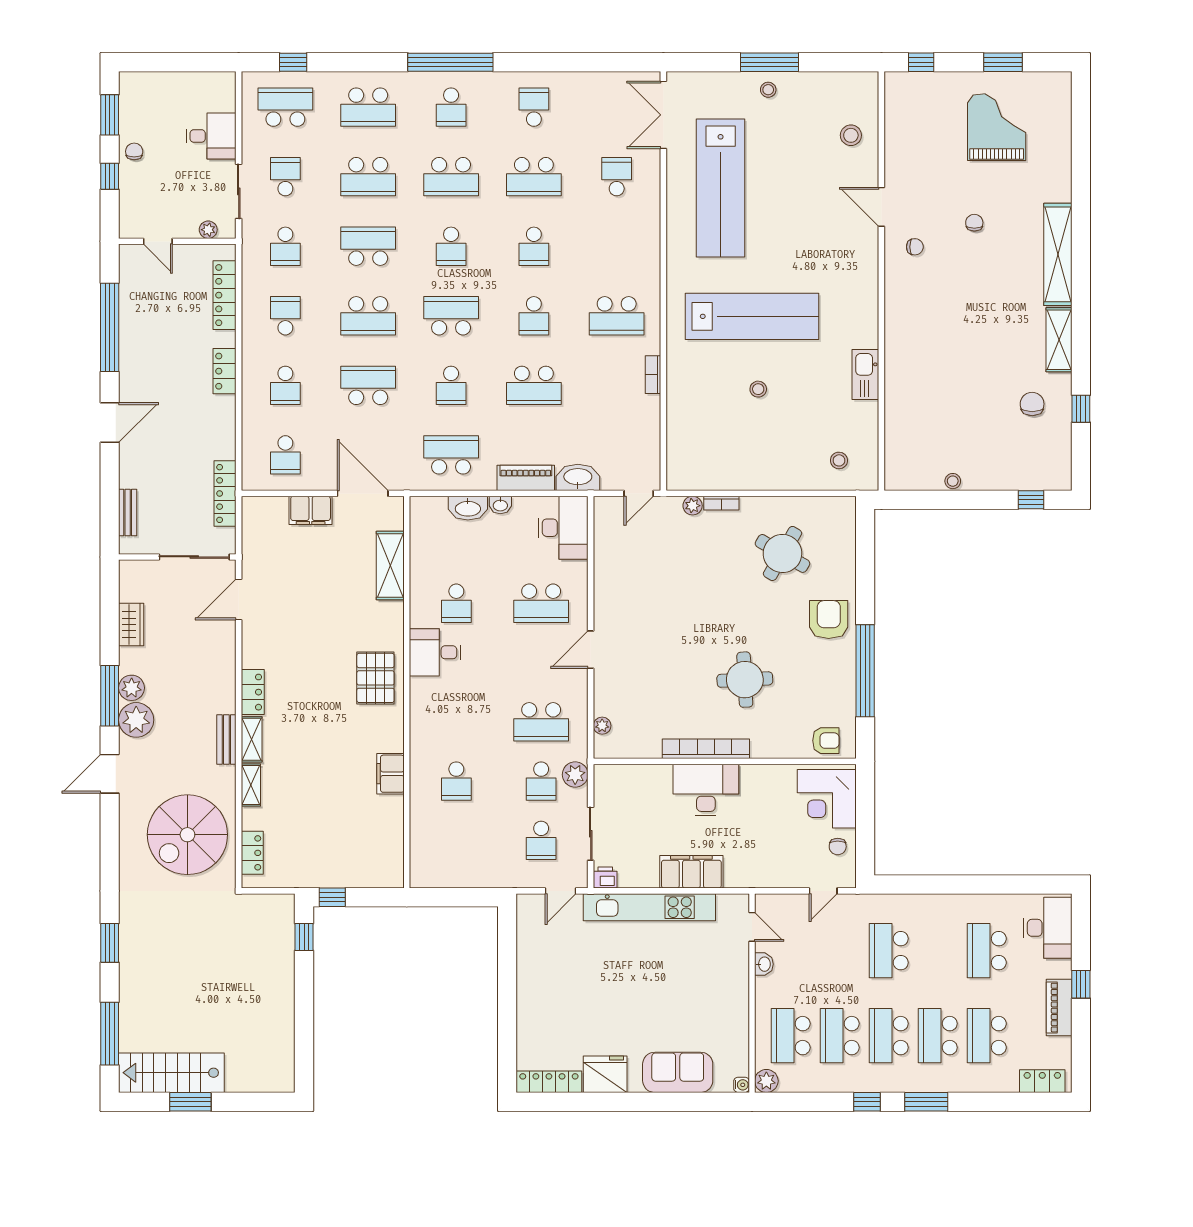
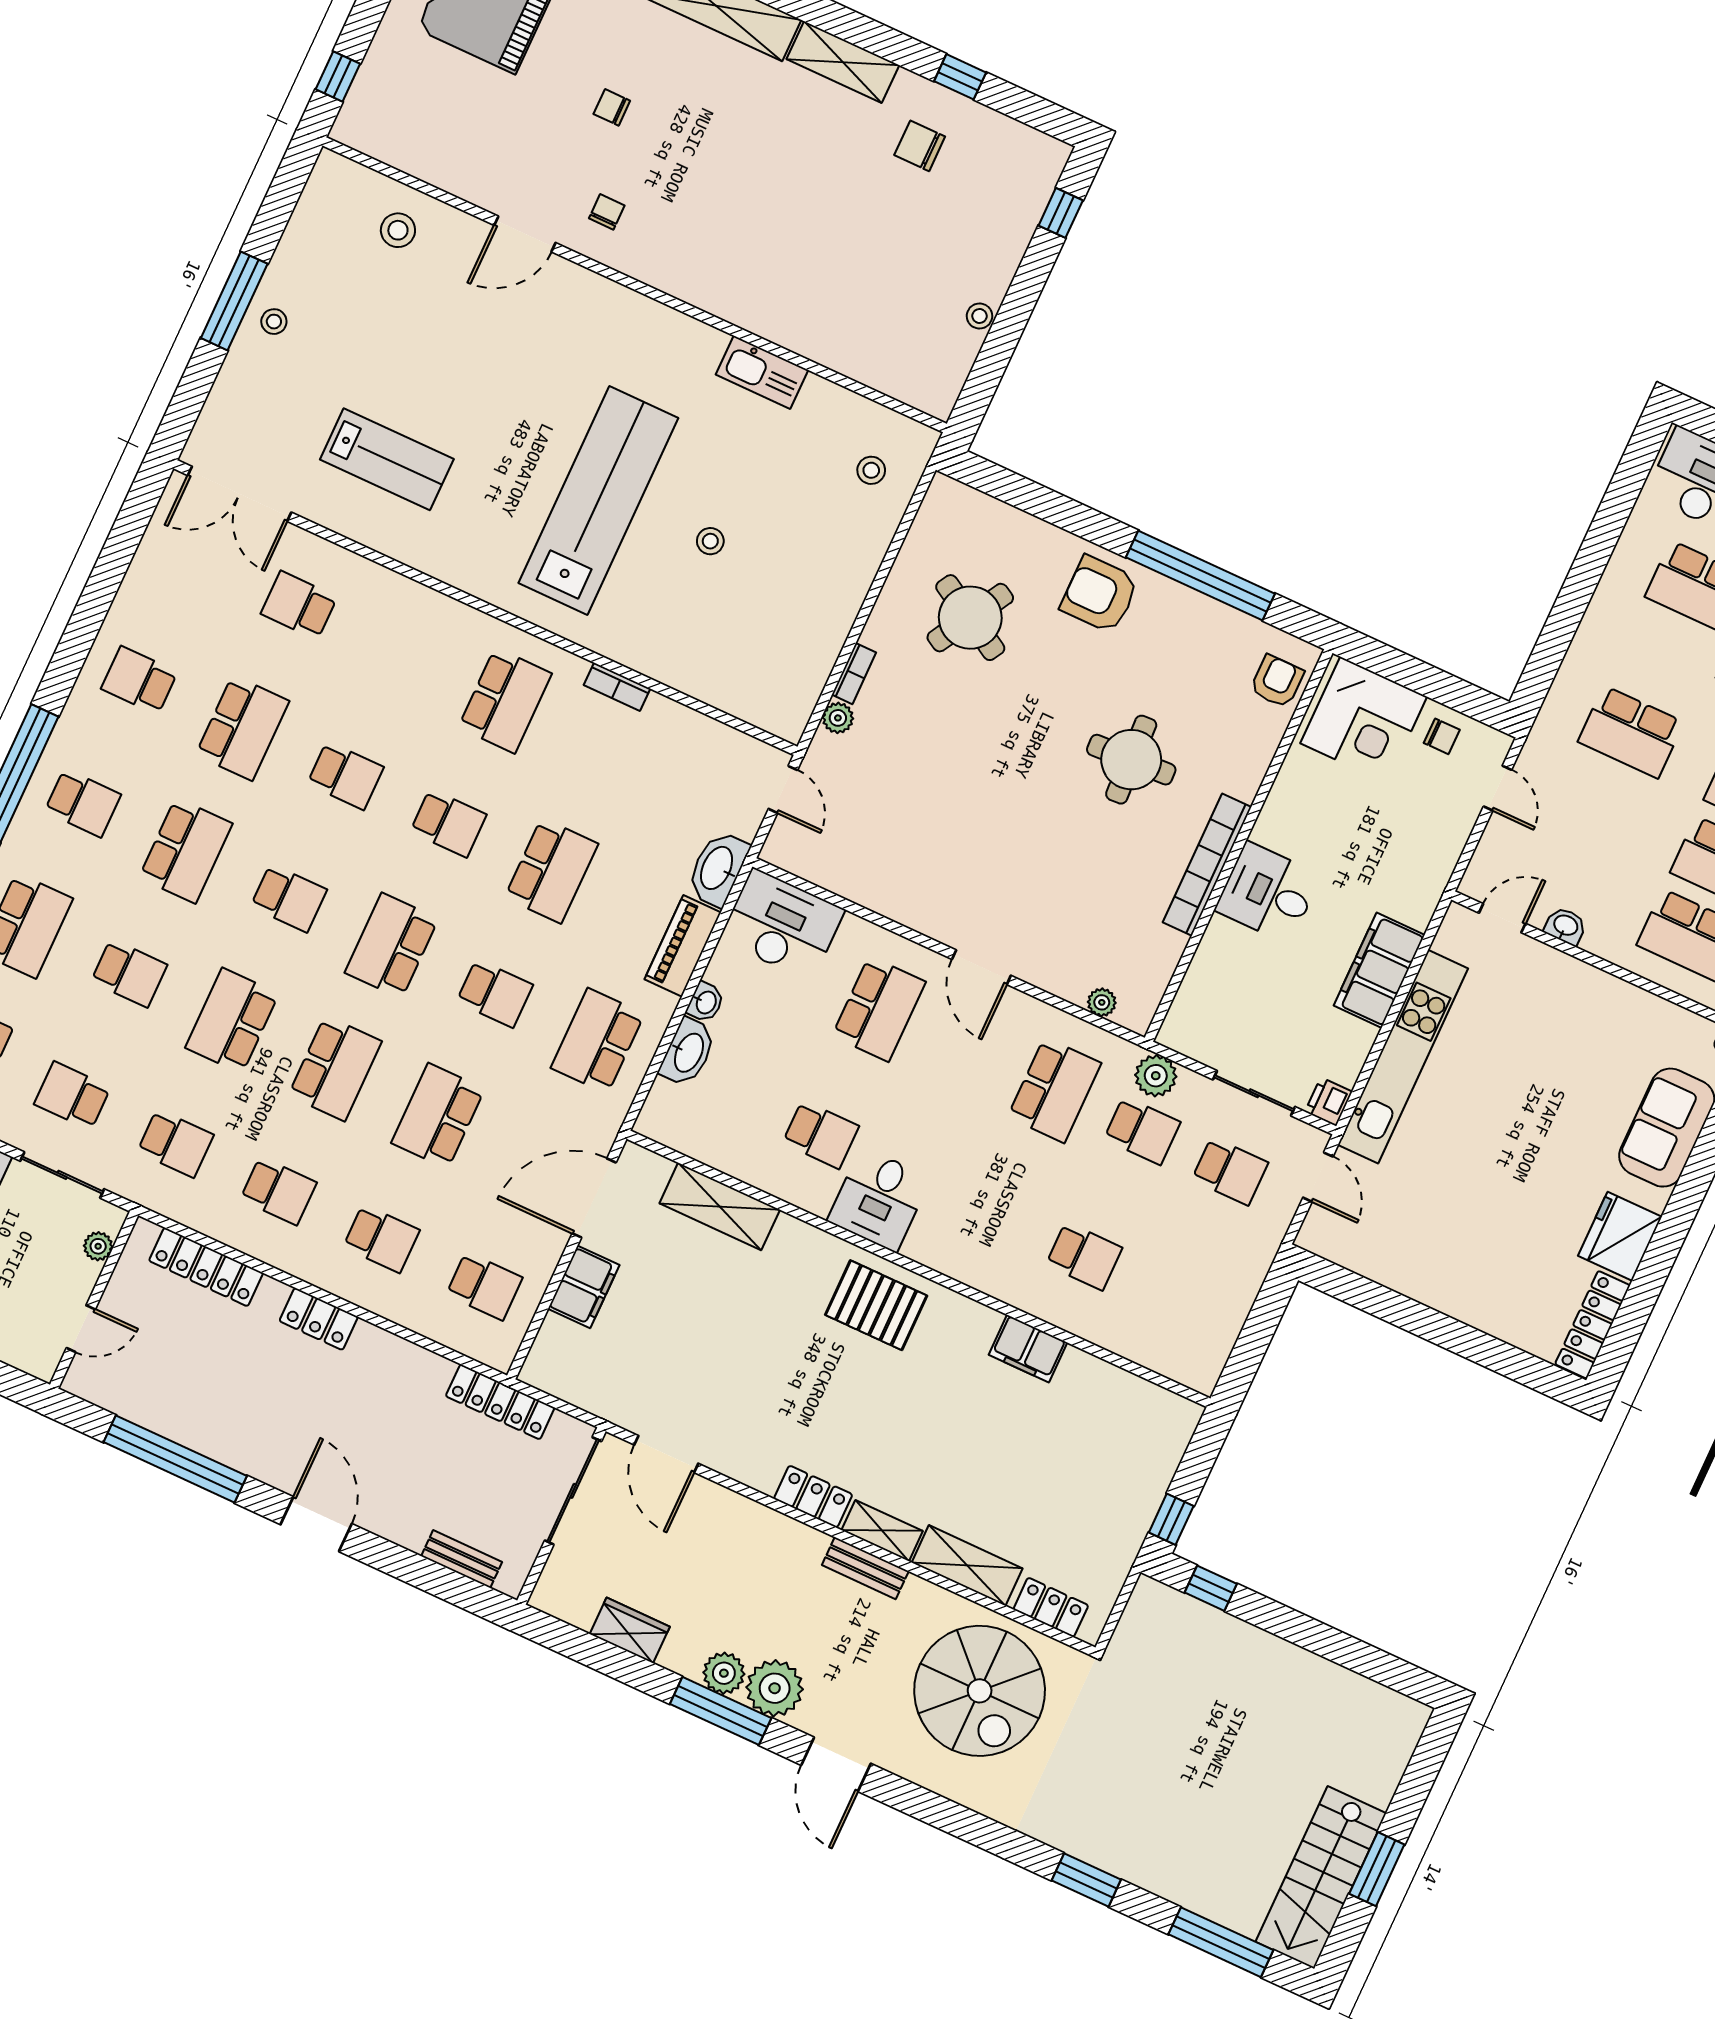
school desk: (368, 177) -> (129, 973), width x0.54
lab bench: (721, 188) -> (387, 459), width x0.54, depth x0.72
school desk: (285, 316) -> (278, 1191), turned 180
shelving: (251, 785) -> (967, 1565), width x1.50, depth x1.33
desk: (706, 790) -> (1268, 893), width x0.73

